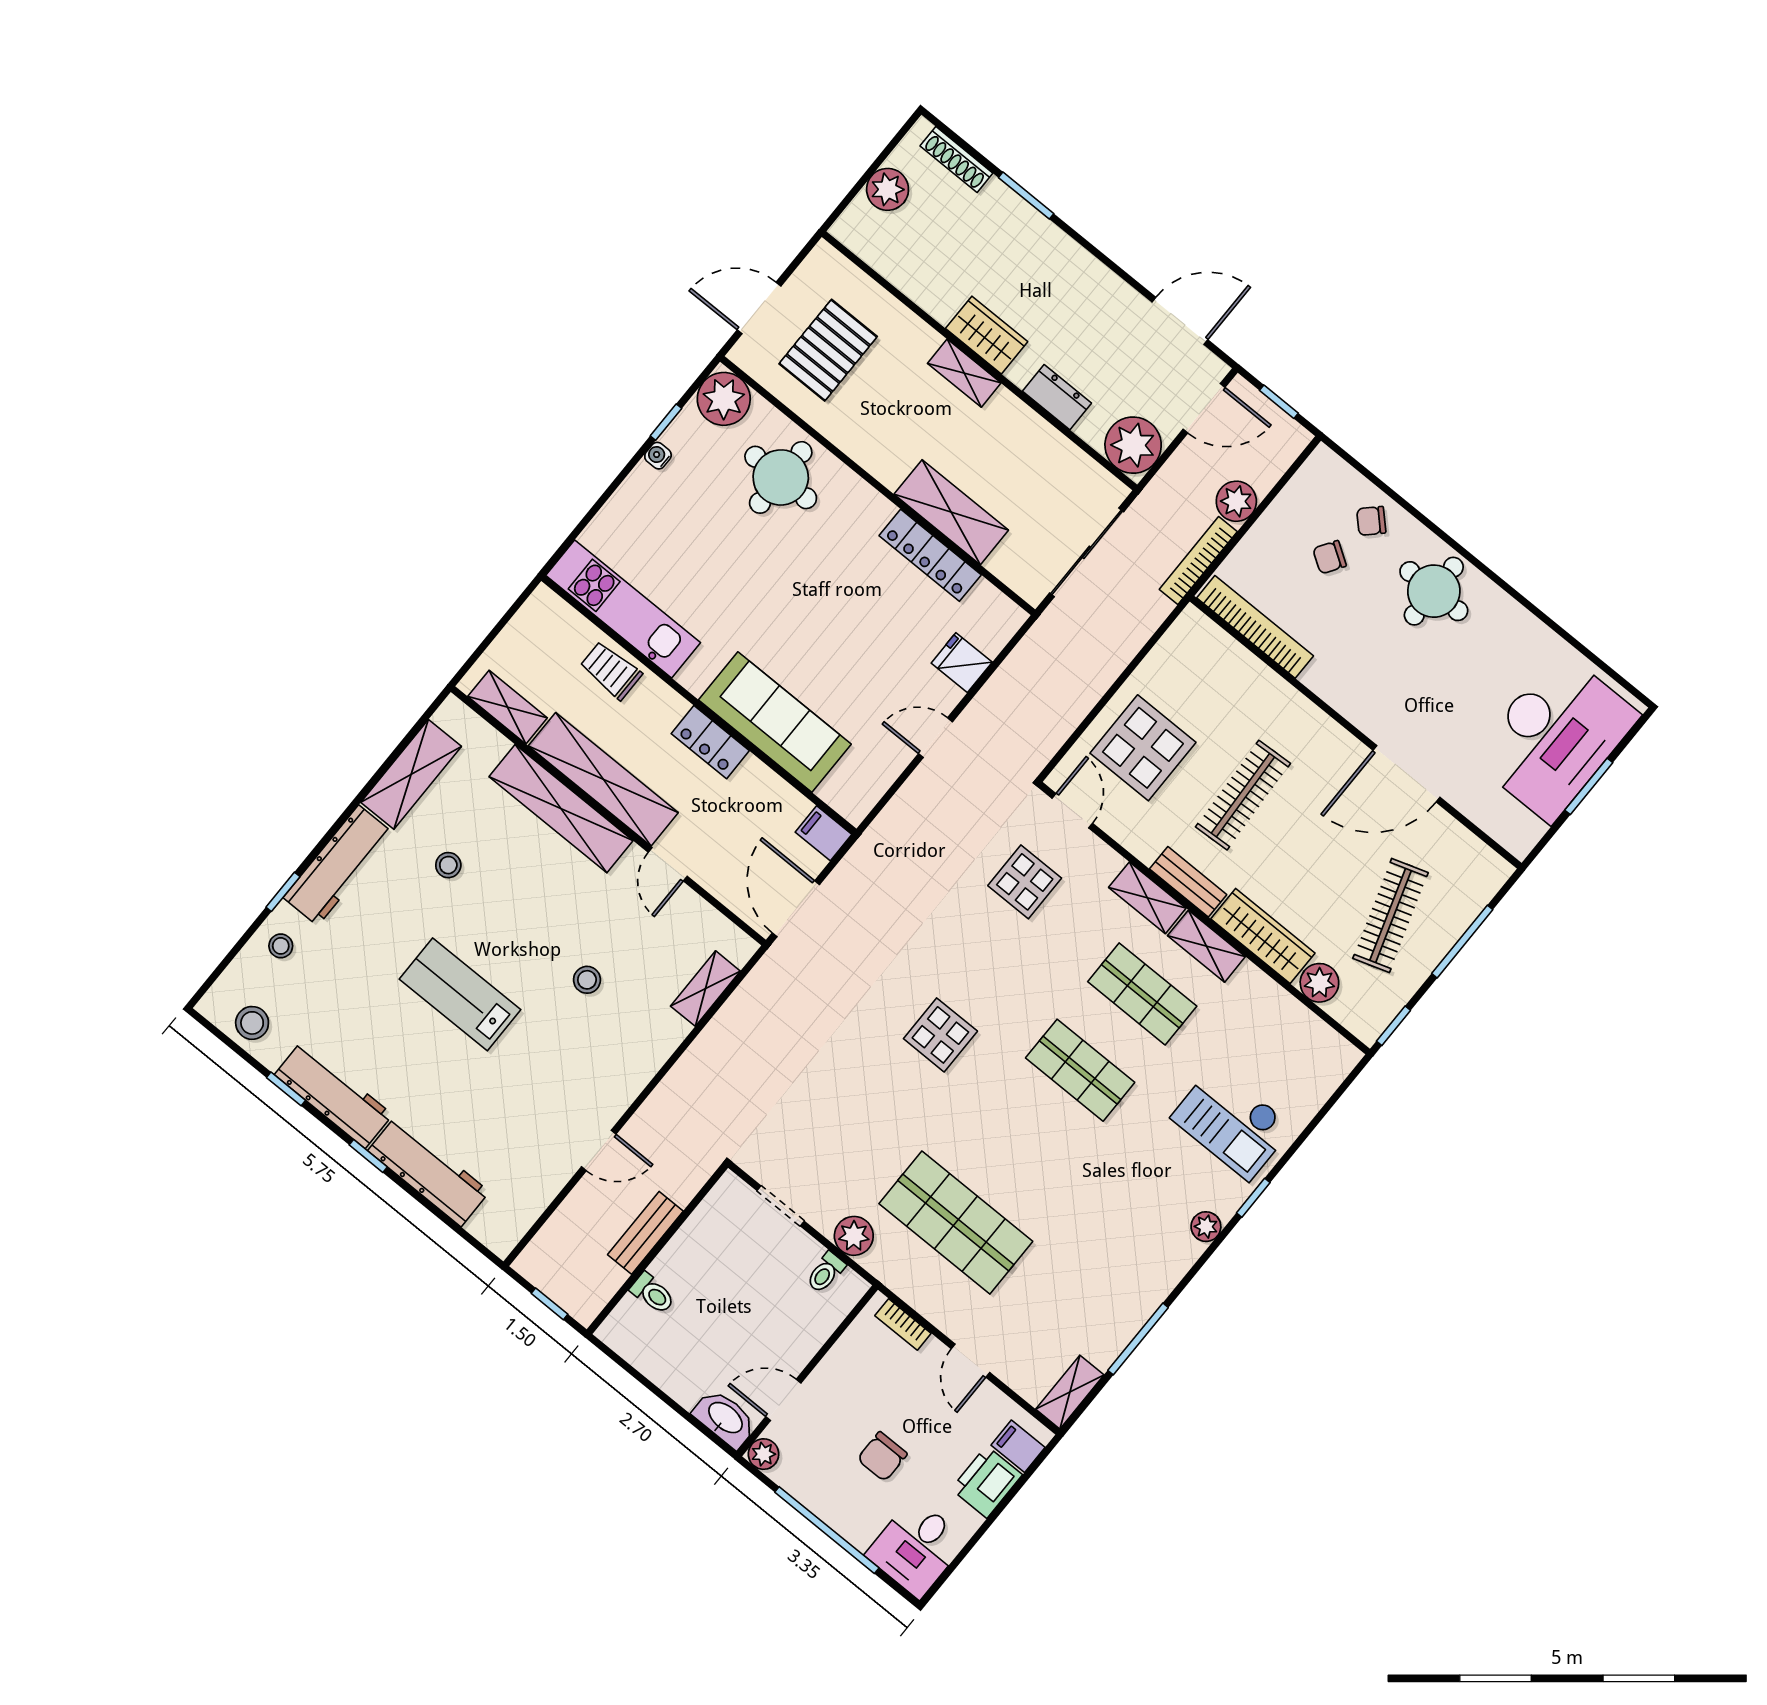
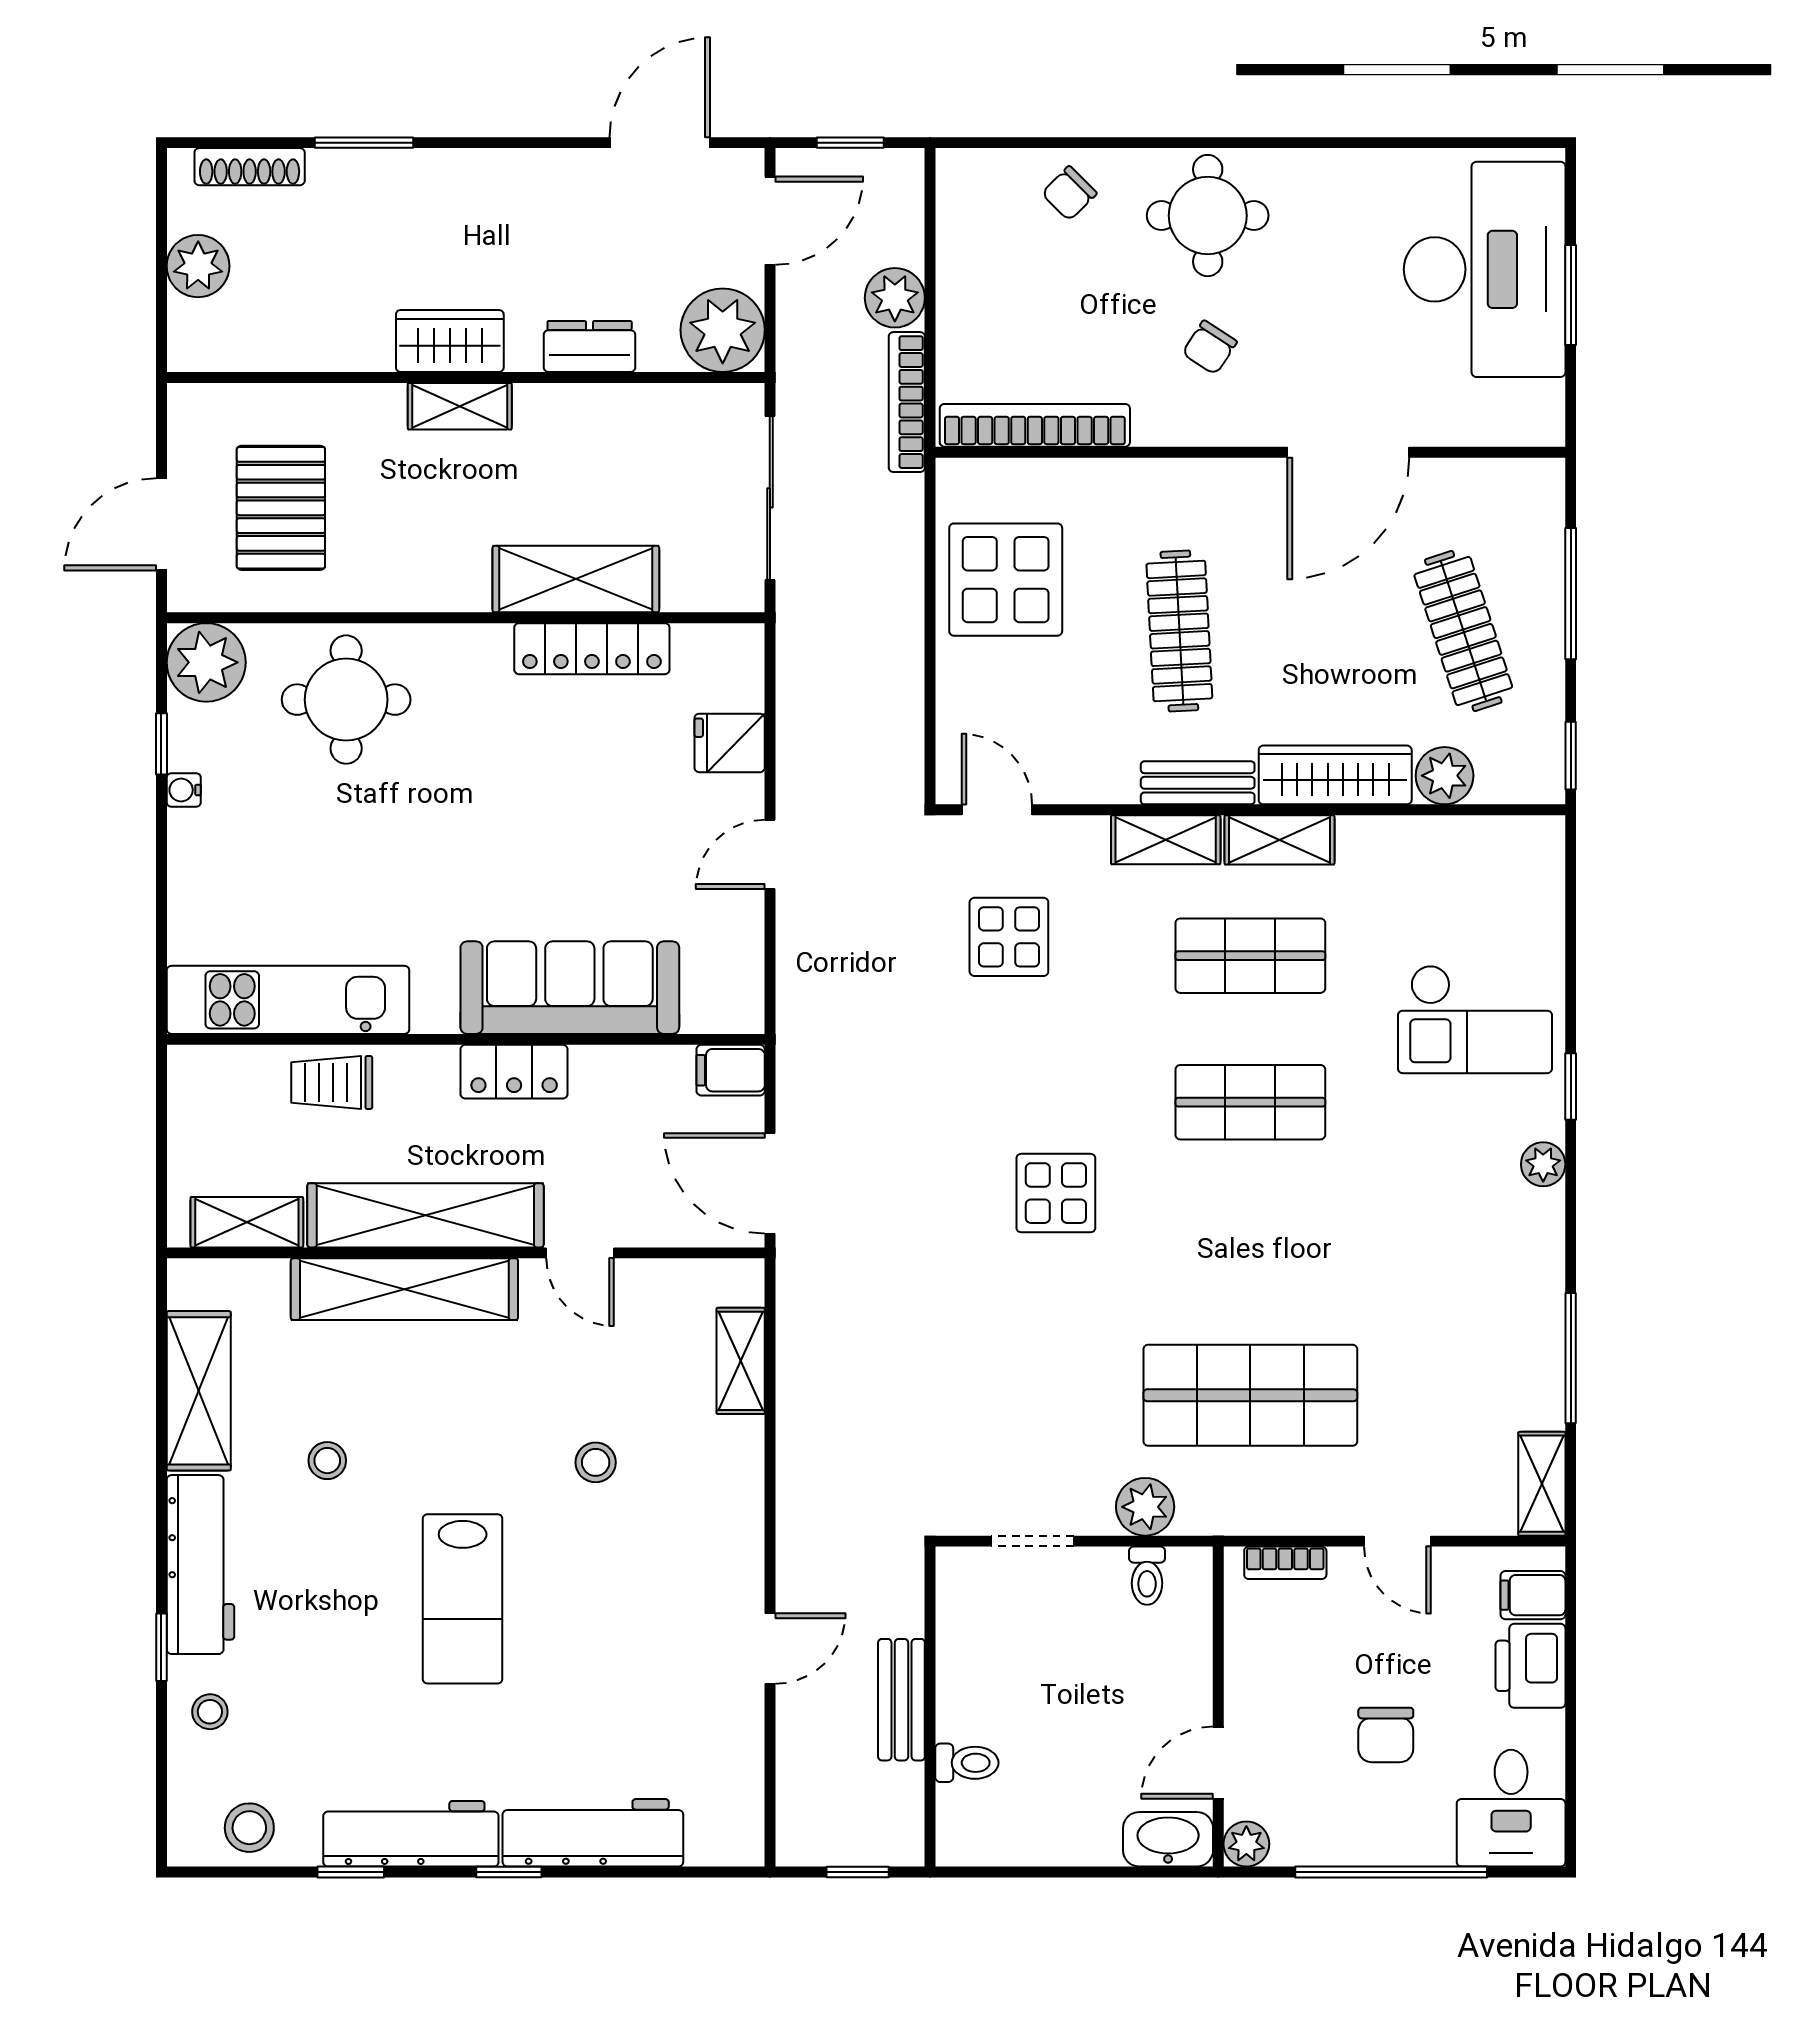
chair: (1330, 557) -> (1210, 347), moved
display table: (1143, 748) -> (1006, 580), moved
lab bench: (460, 994) -> (463, 1599), turned -90

